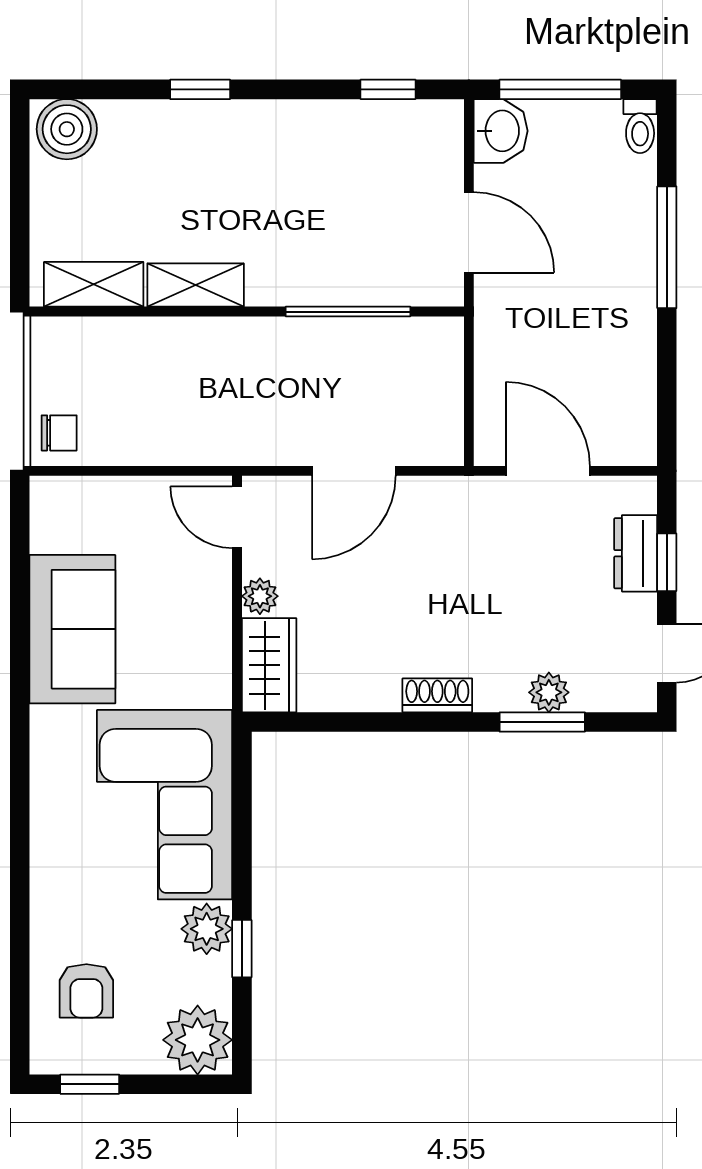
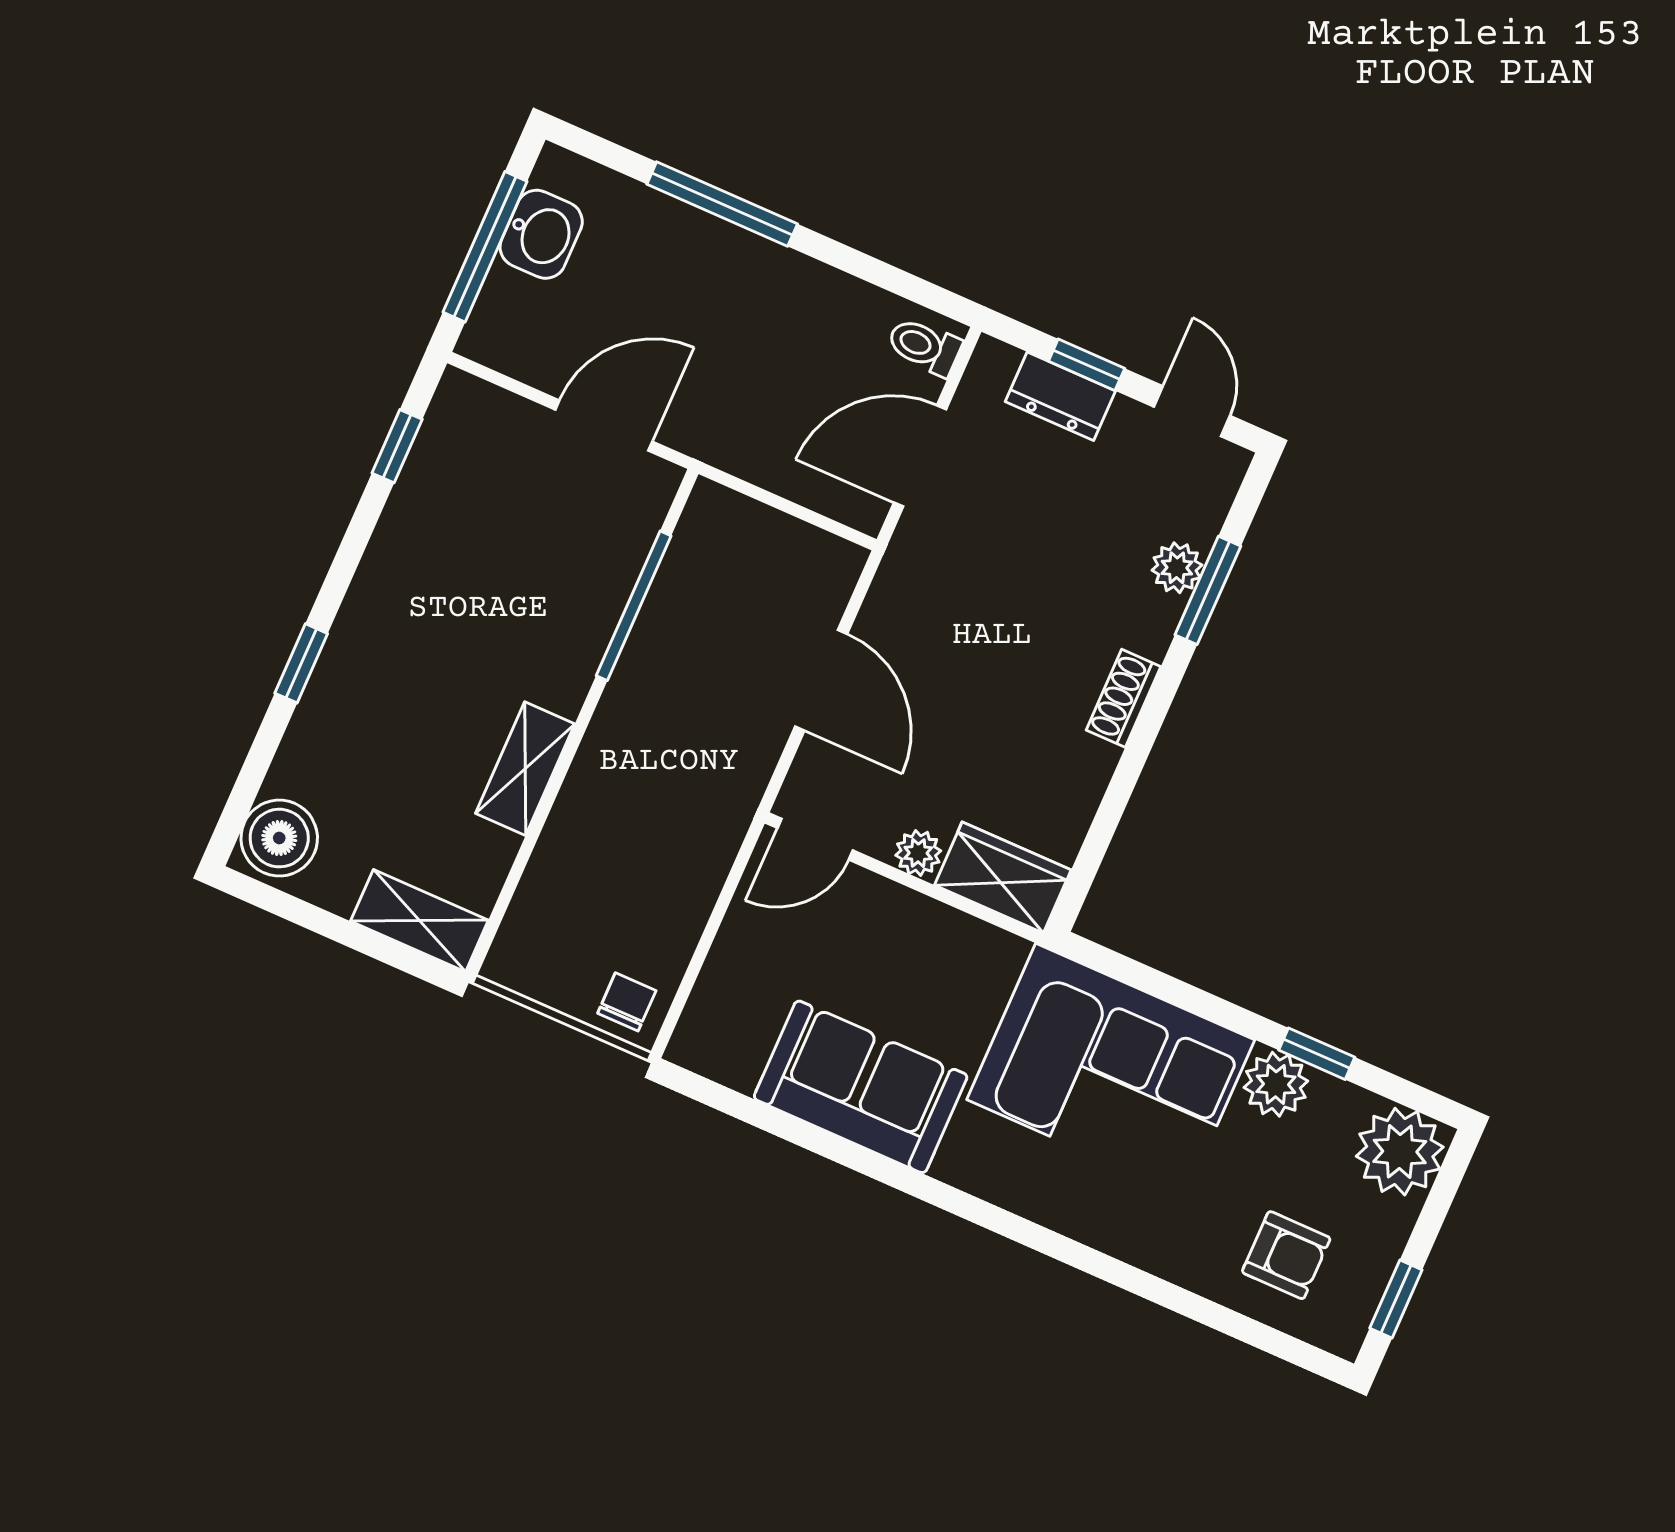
toilet: (640, 126) -> (924, 346), moved, turned 180
washbasin: (501, 131) -> (541, 234), moved, turned 90
shelving: (94, 284) -> (419, 921), moved, turned 90

